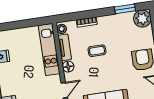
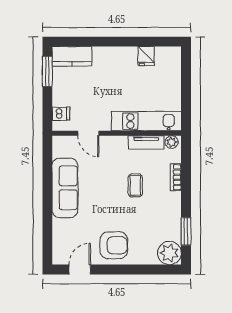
floor lamp: (68, 67) -> (120, 143), removed

